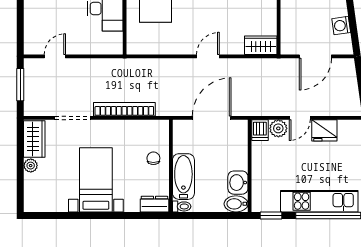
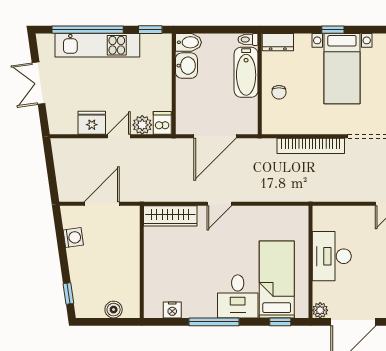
wardrobe: (261, 45) -> (170, 216), width x1.50
window: (104, 215) -> (333, 30), added

